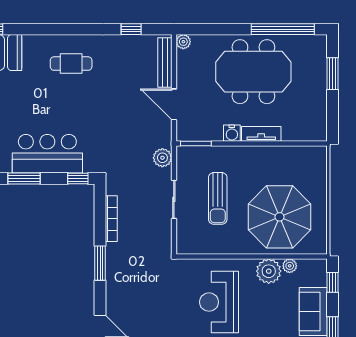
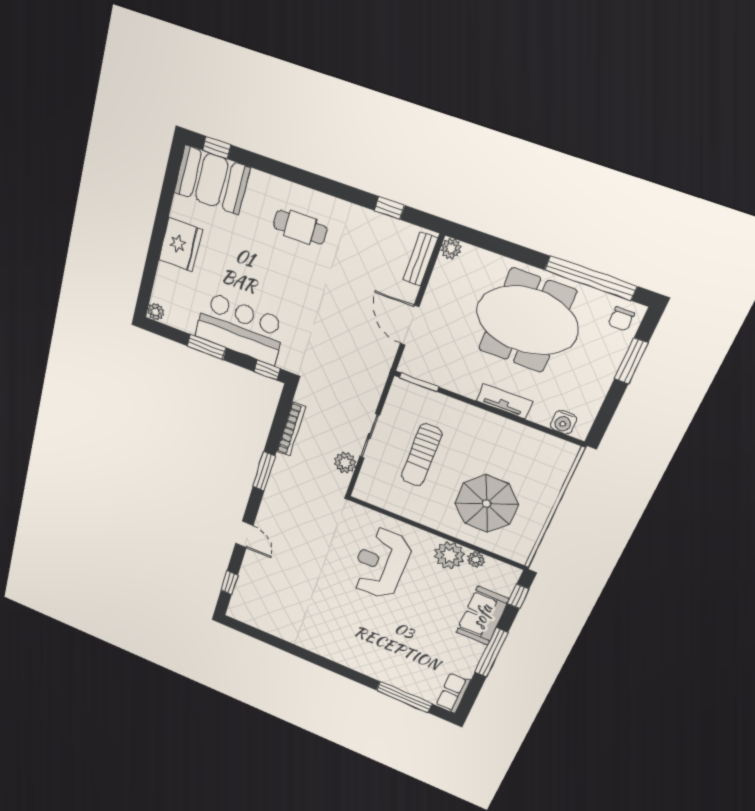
chair: (314, 48) -> (621, 319), added
bench: (165, 63) -> (420, 259), width x0.73
water cooler: (232, 133) -> (563, 422), moved
plant: (162, 158) -> (345, 463), moved
parasol: (280, 217) -> (487, 504), width x0.73, depth x0.73

